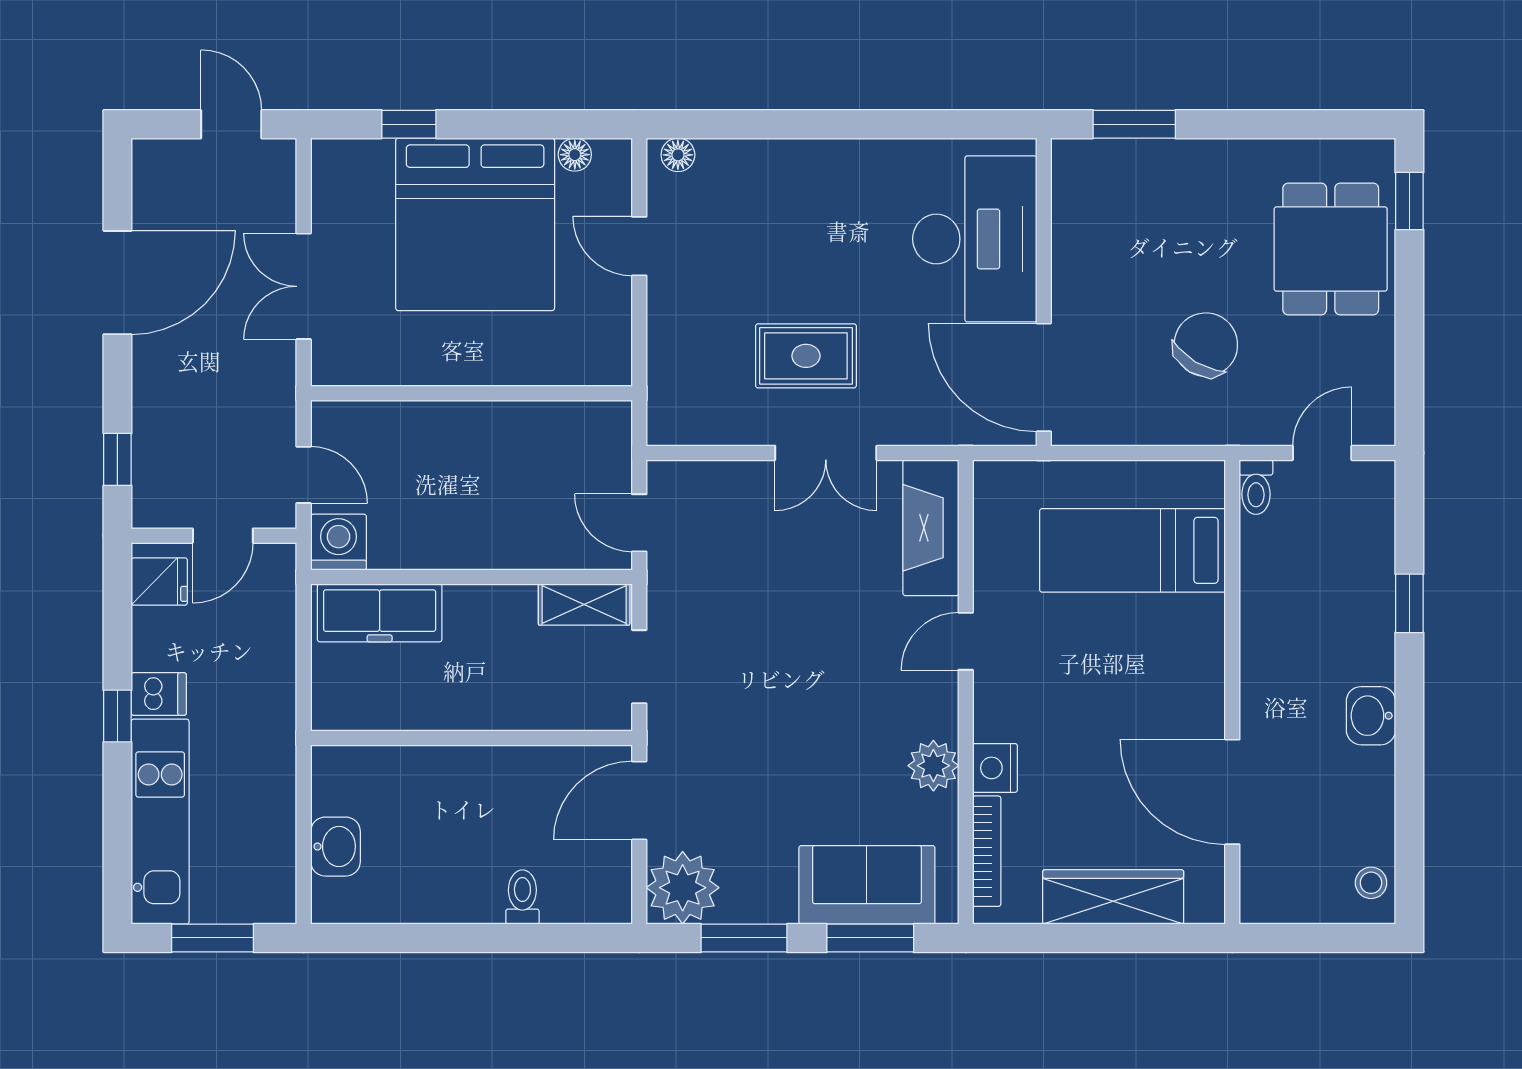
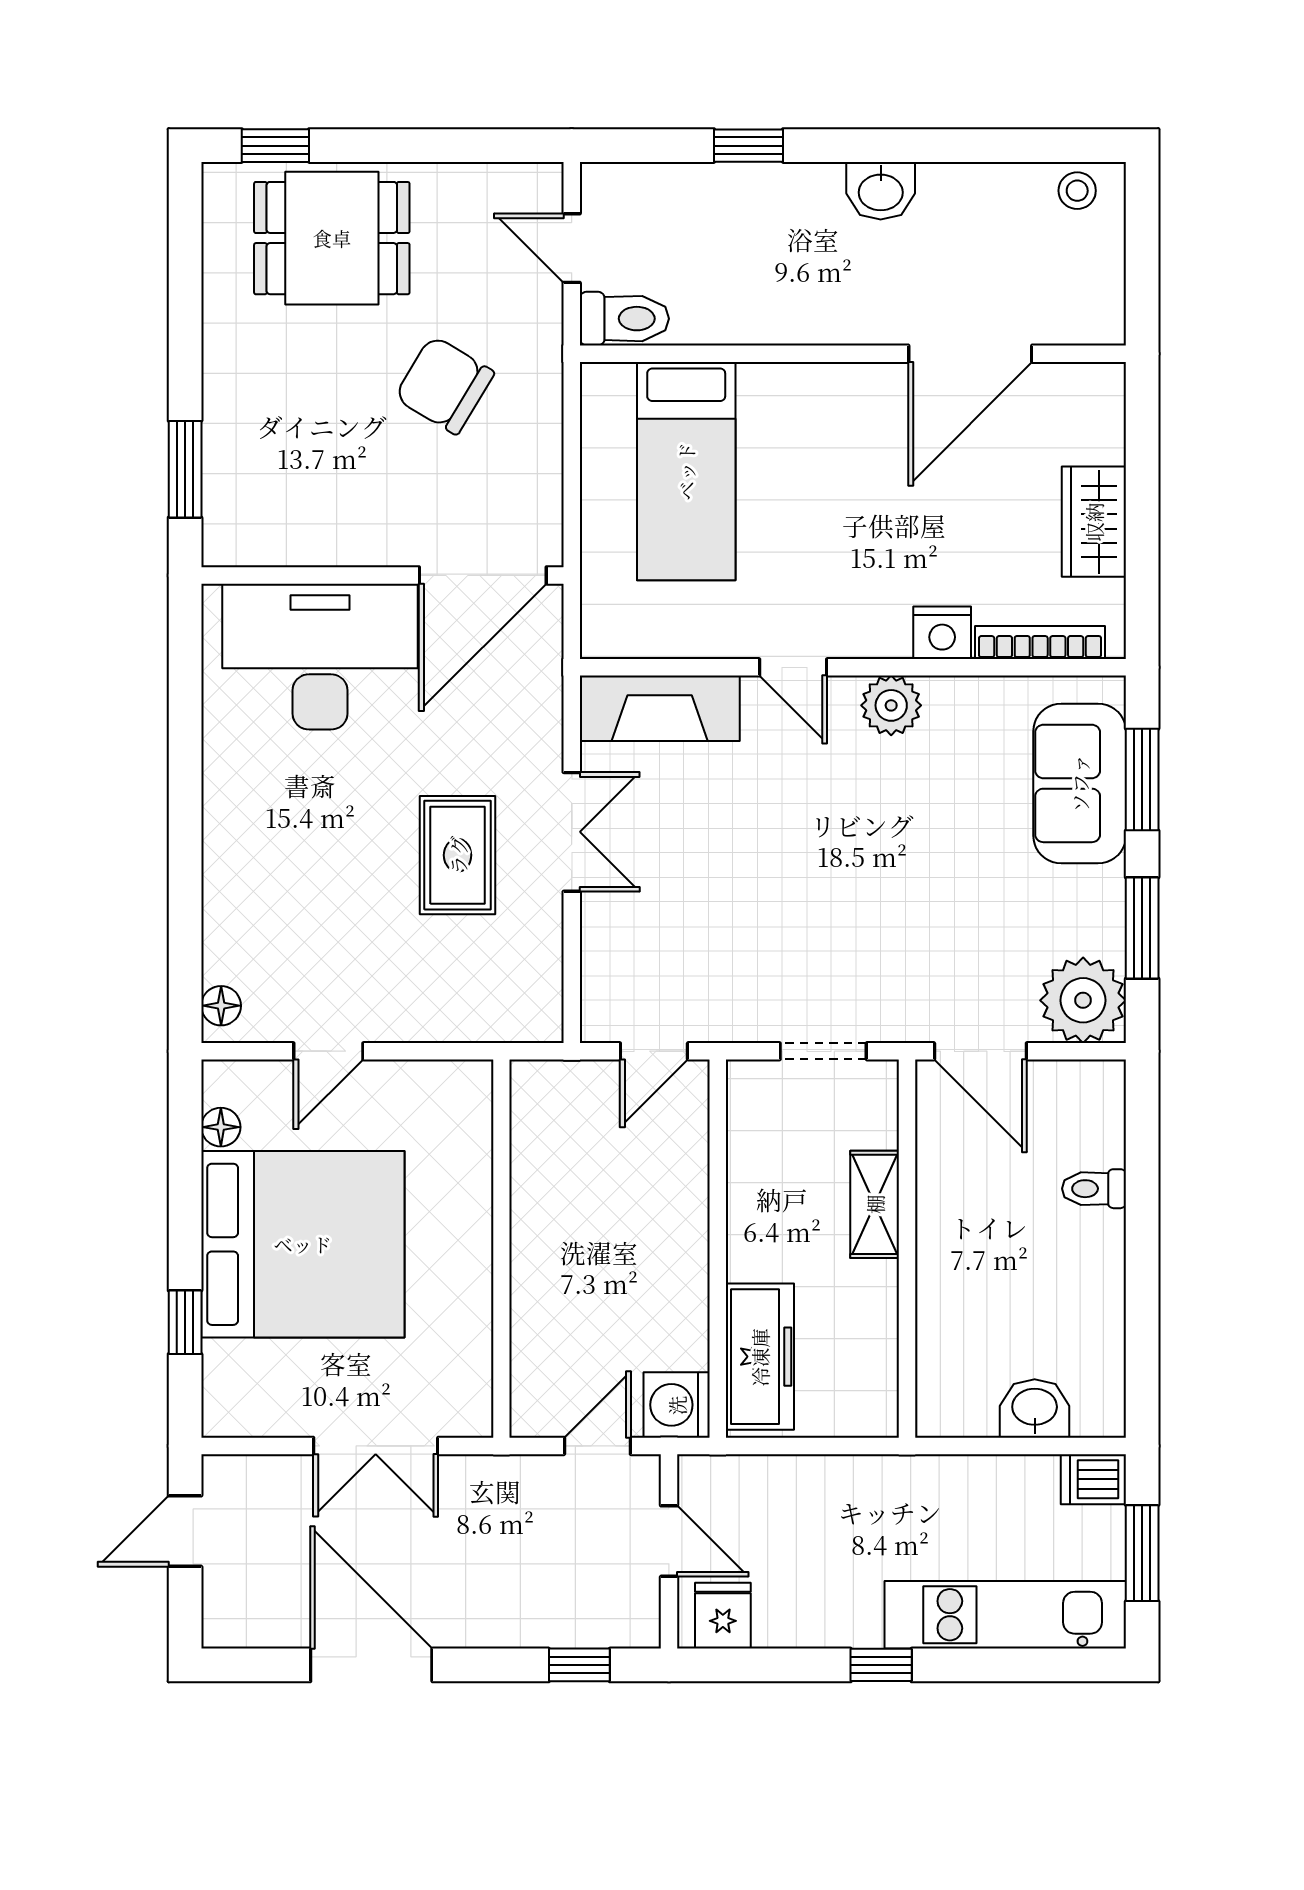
toilet: (1256, 487) -> (624, 319), width x1.37, depth x1.39
shelving: (584, 605) -> (875, 1204), moved
dishwasher: (159, 694) -> (1093, 1479), moved, turned -90
plant: (933, 766) -> (891, 705), moved
wardrobe: (1113, 897) -> (1094, 522), width x0.67

